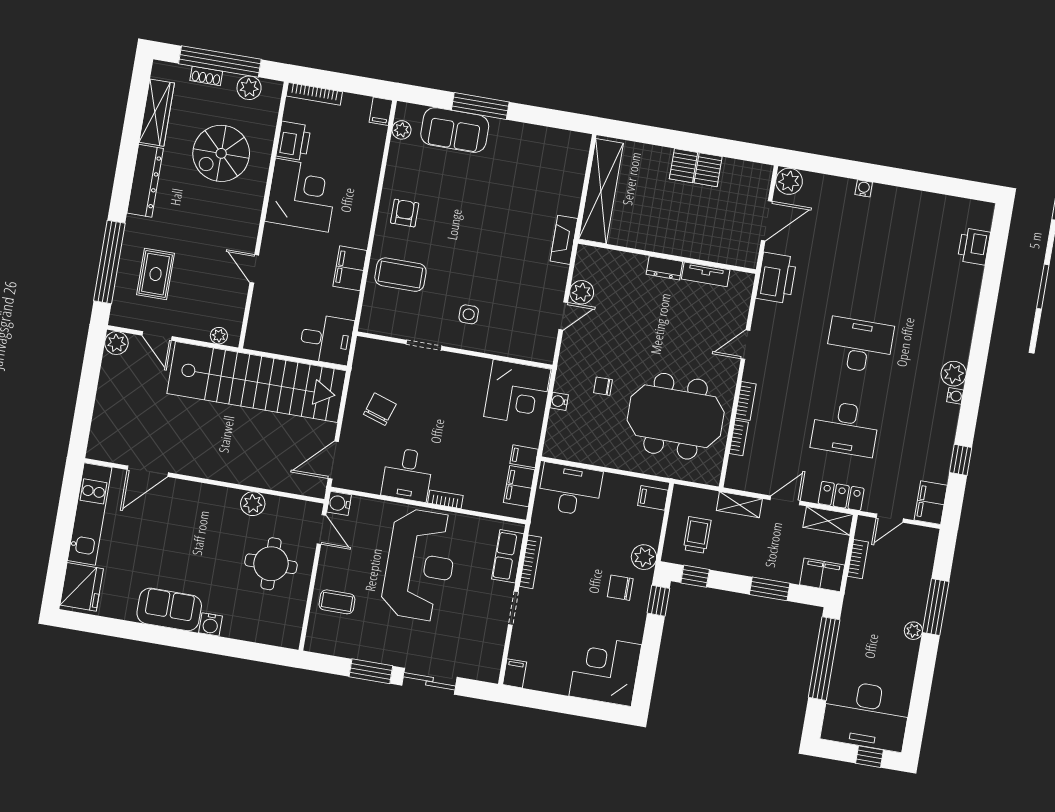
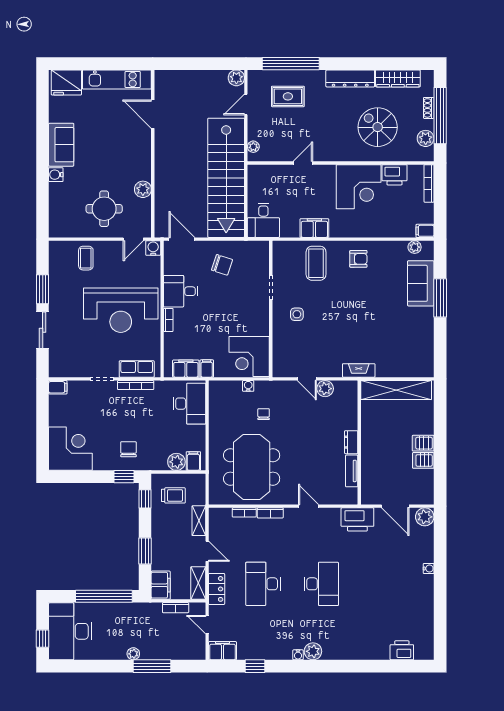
plant: (644, 557) -> (176, 462), moved

